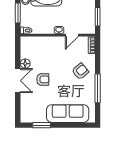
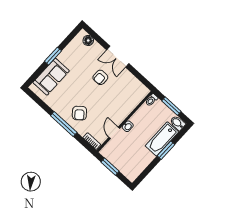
floor lamp: (25, 64) -> (88, 40), moved
window: (98, 88) -> (64, 124), moved
sofa: (68, 114) -> (51, 77), width x0.73
window: (42, 125) -> (53, 56), moved

